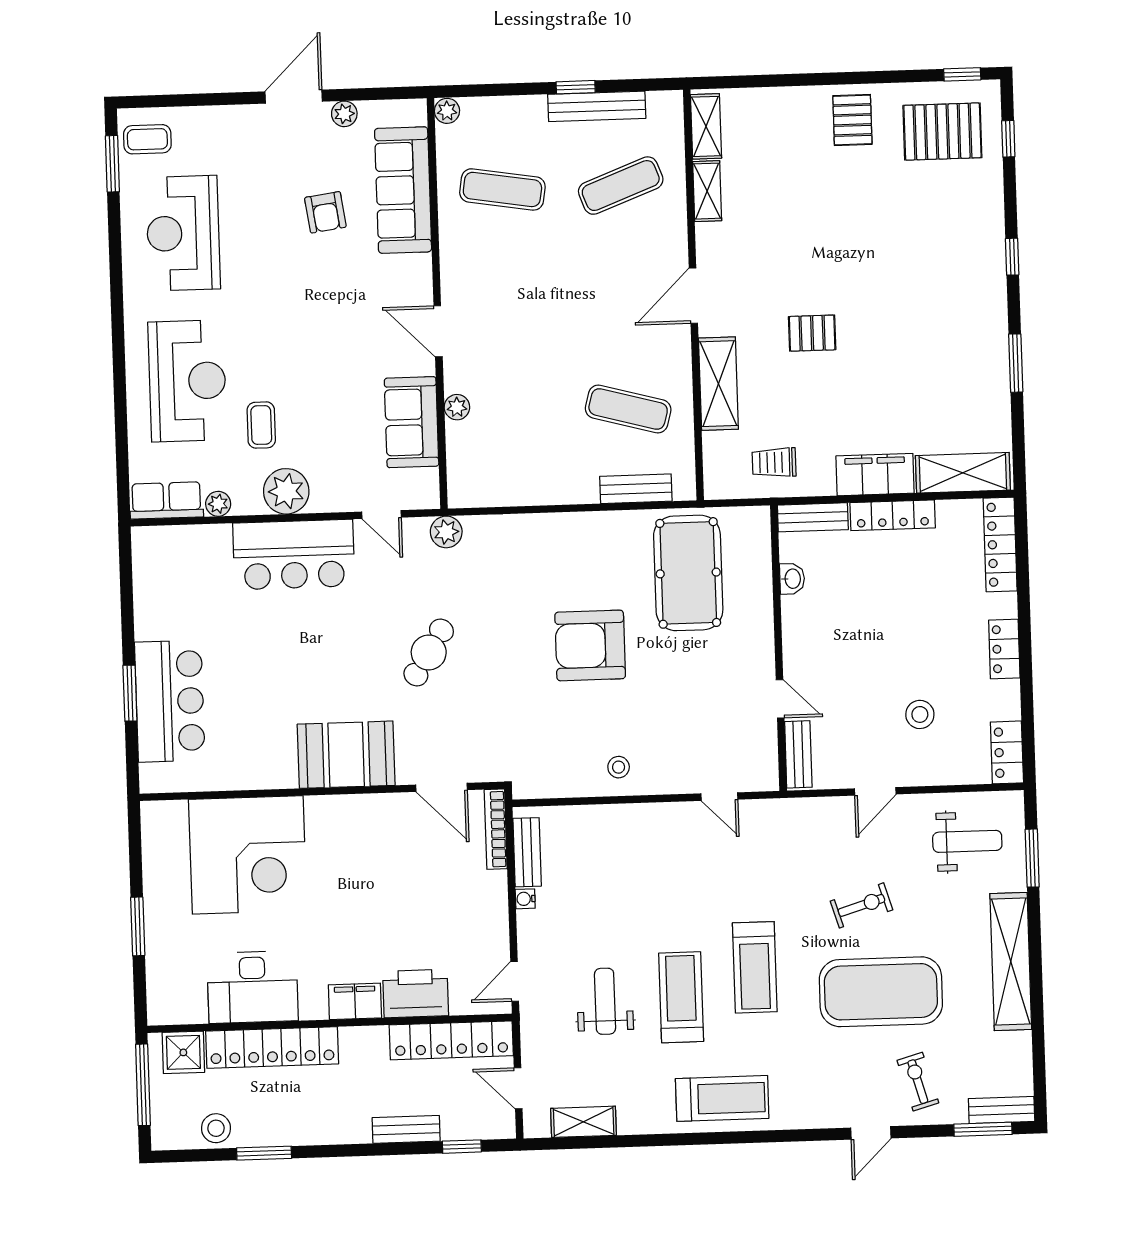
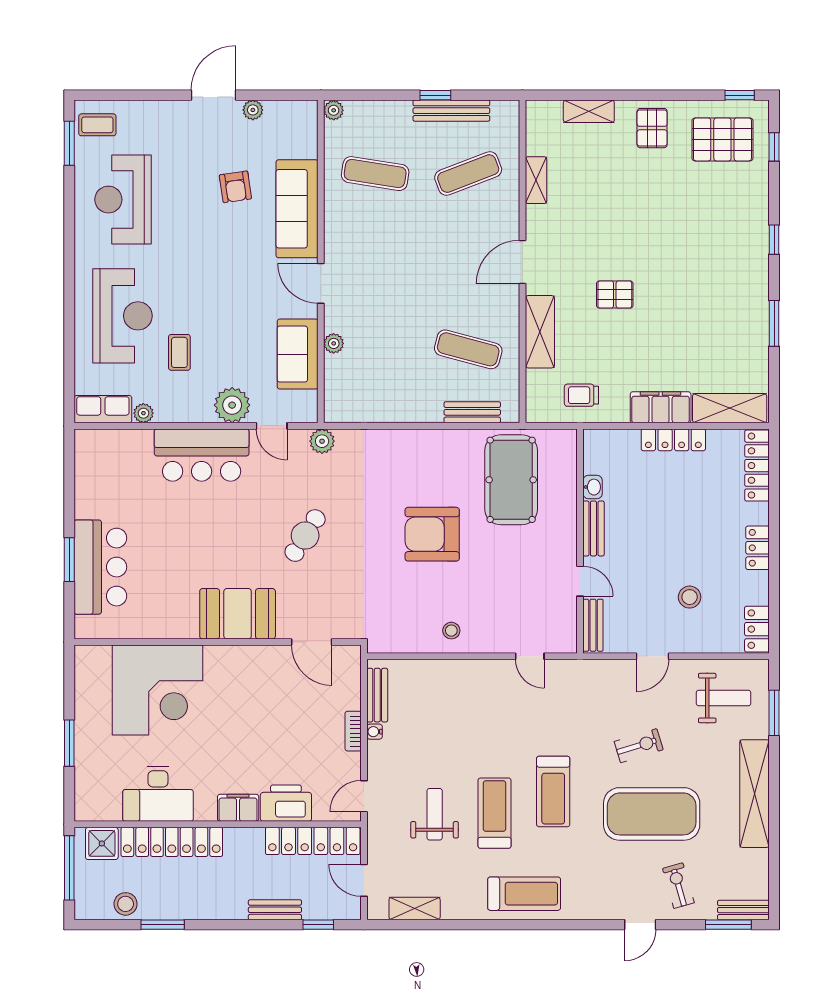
shelving: (706, 126) -> (589, 111), moved, turned 90
sofa: (403, 190) -> (297, 209), moved
plant: (286, 491) -> (232, 405), moved
bench: (813, 517) -> (593, 528), moved, turned 90
bookcase: (496, 829) -> (353, 731), moved, width x0.64

